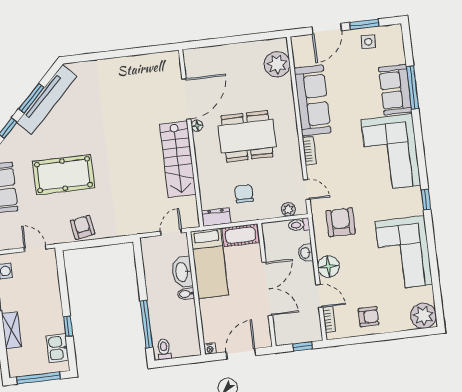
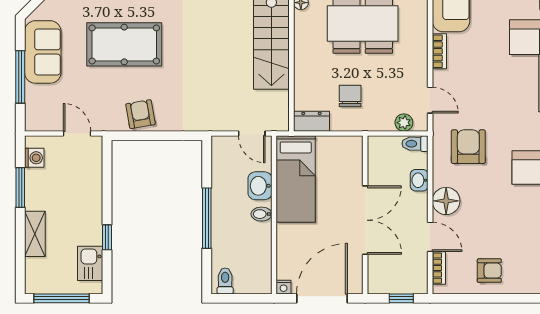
door: (171, 232) -> (252, 134), swing flipped
cot: (241, 235) -> (339, 148), removed
washbasin: (182, 272) -> (260, 186), width x0.72
window: (146, 324) -> (207, 218), moved
door: (241, 354) -> (322, 298), width x1.36

